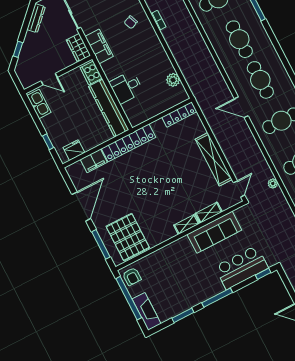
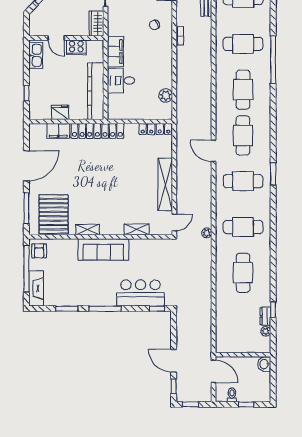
filing cabinet: (99, 46) -> (115, 52), moved
cooker: (91, 73) -> (76, 47), moved, turned -90
fridge: (74, 150) -> (60, 112), moved
shelving: (186, 224) -> (88, 230), moved
sofa: (214, 232) -> (103, 249), moved

